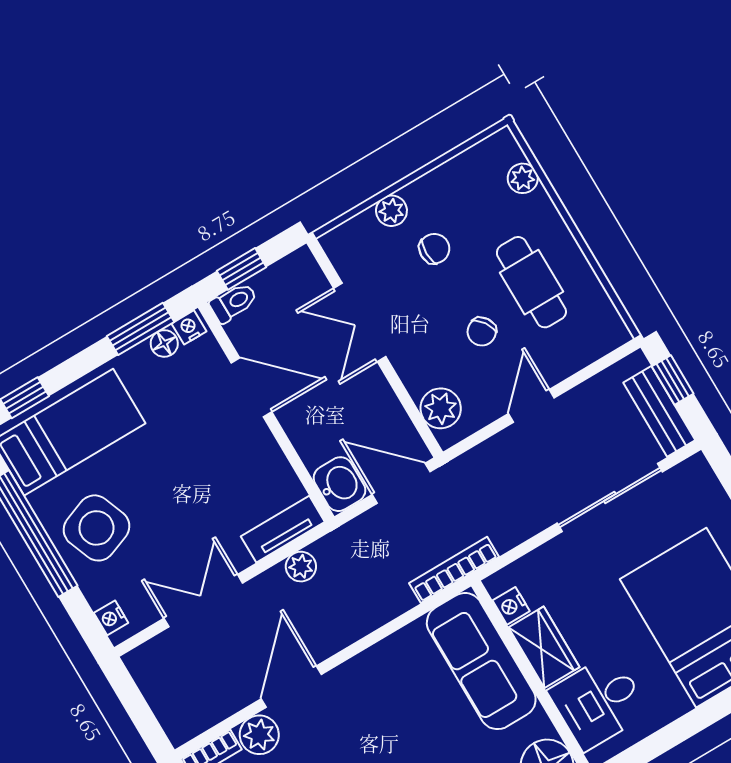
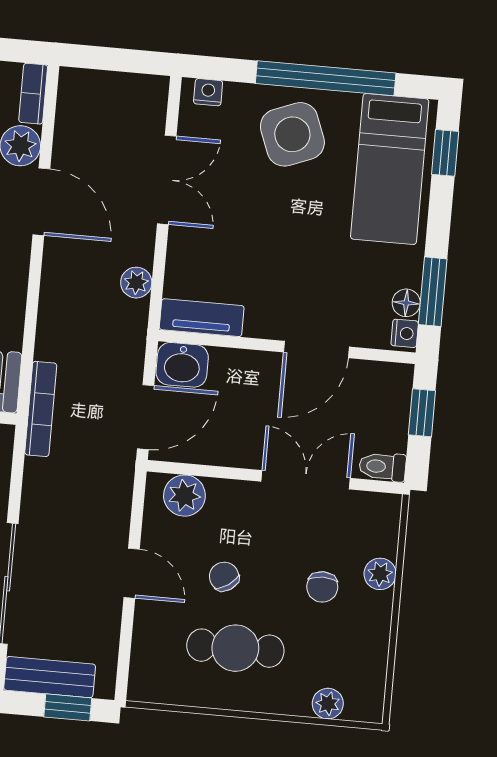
toilet: (233, 303) -> (382, 467), moved, turned 90
tv unit: (283, 529) -> (202, 318), moved, turned -90

